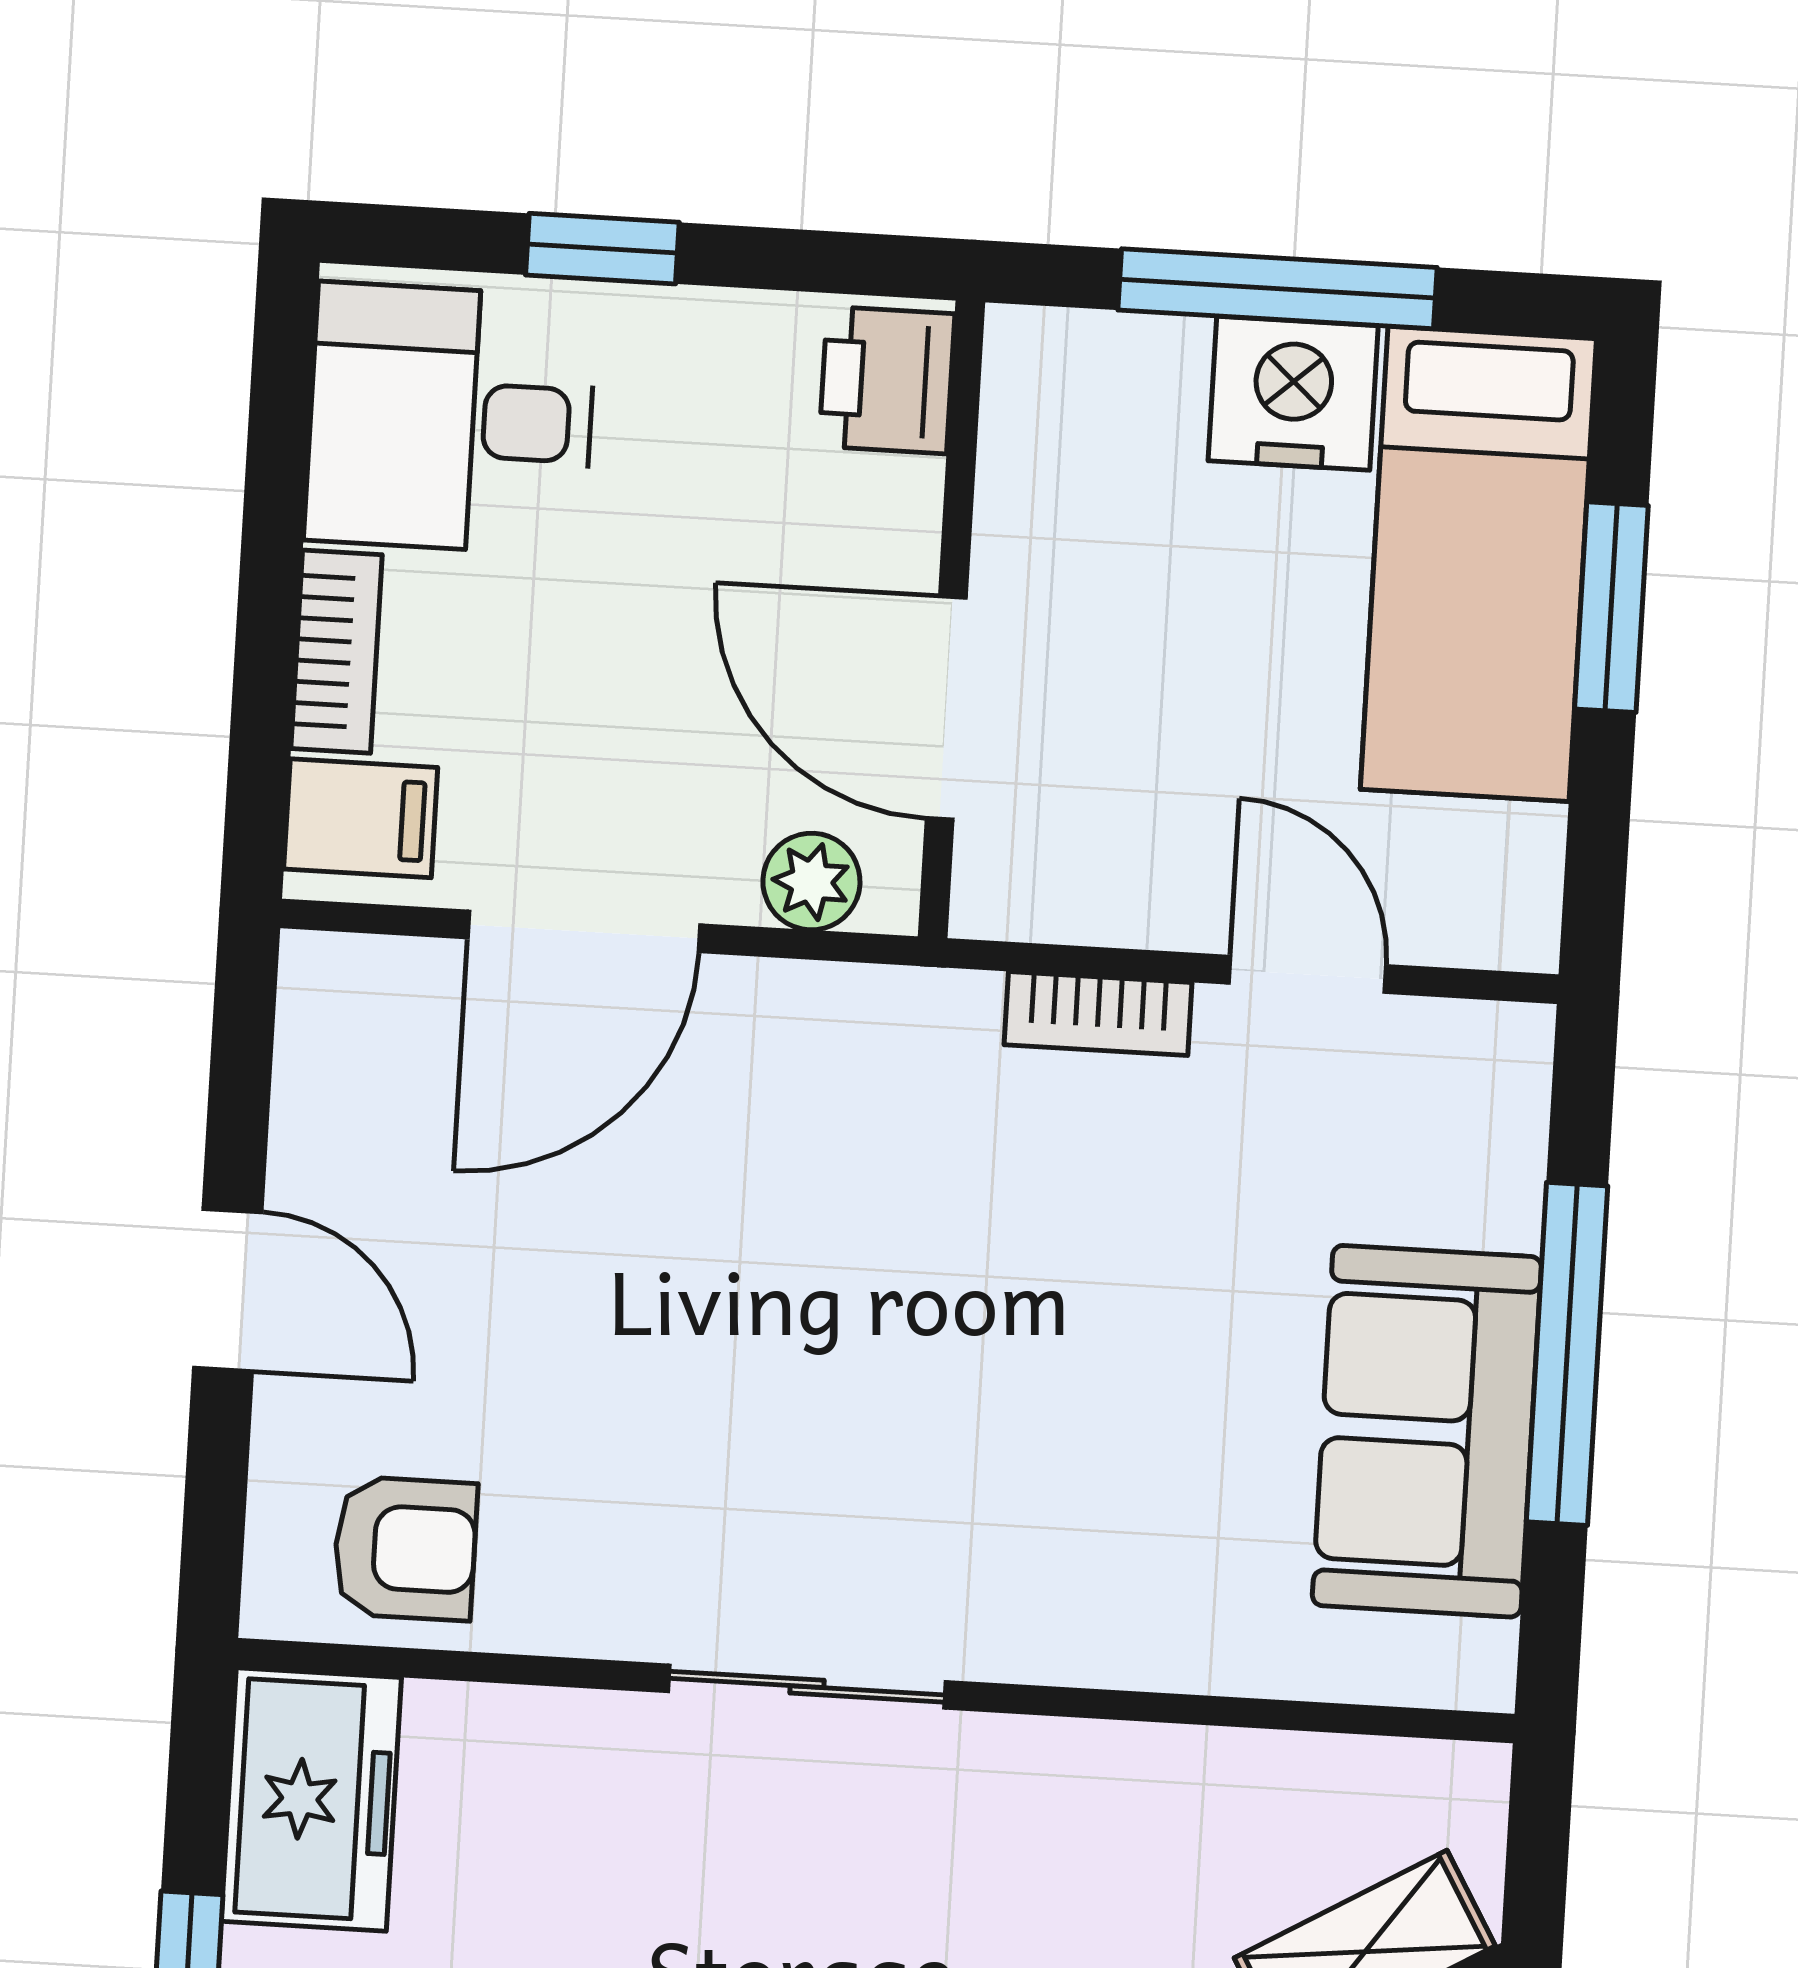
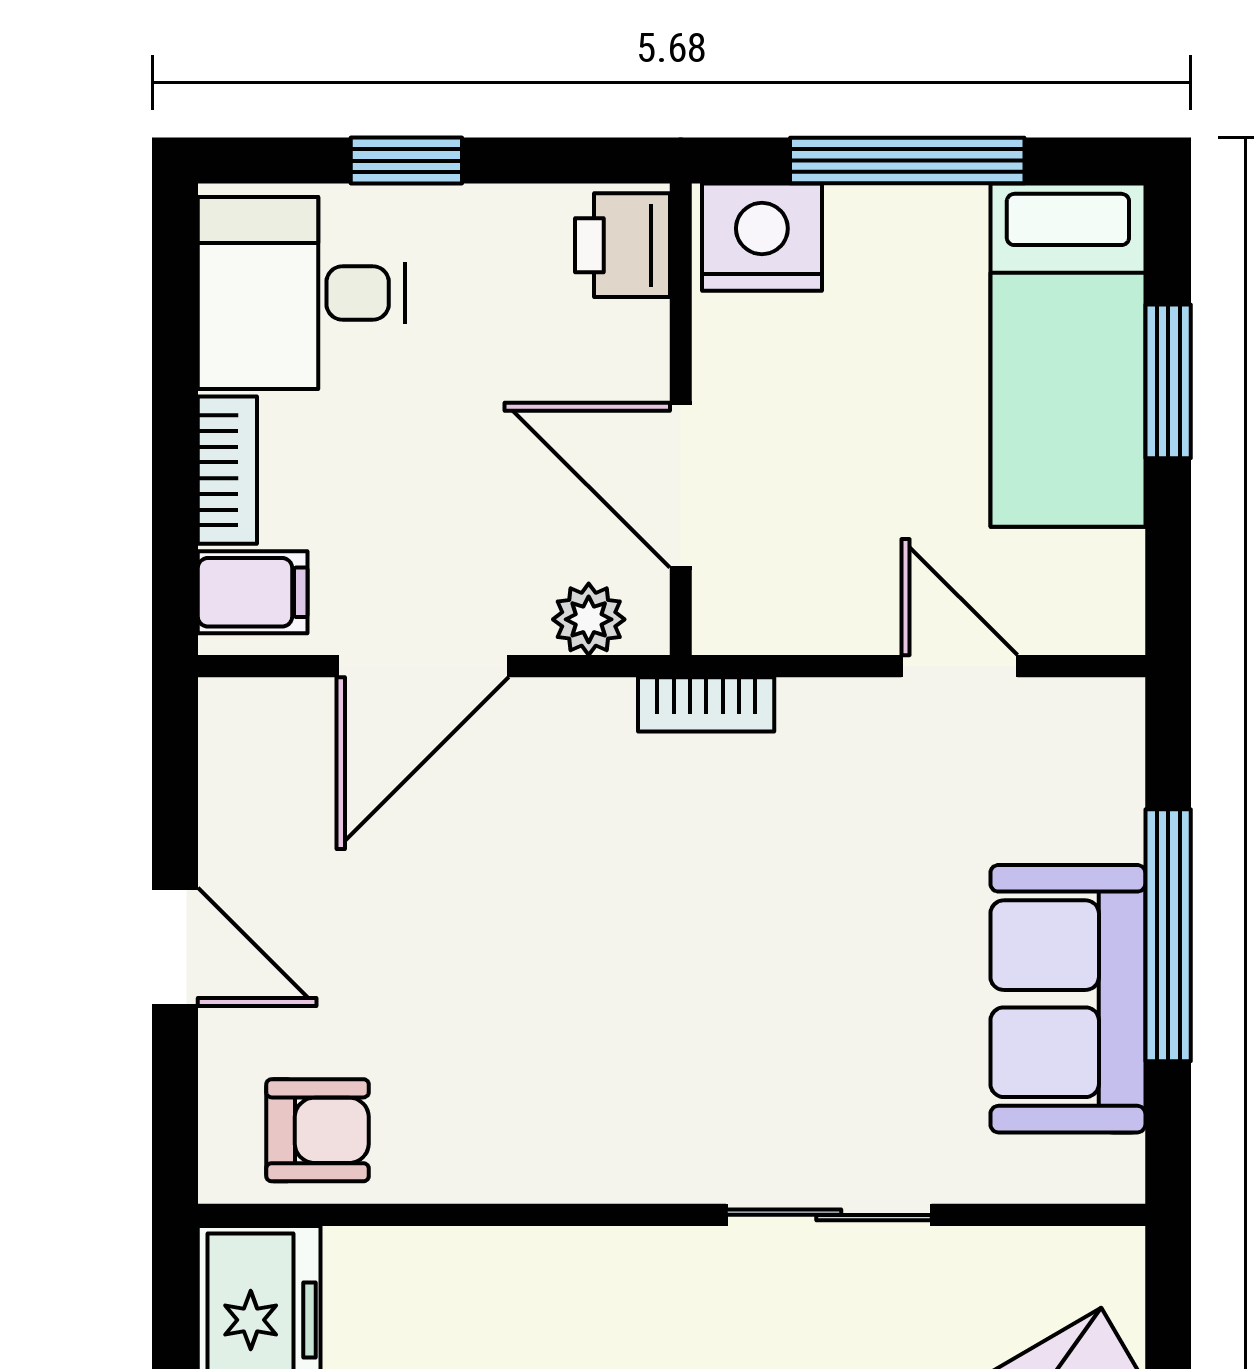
nightstand: (1293, 393) -> (762, 237), moved
bookcase: (1098, 1014) -> (706, 704), moved
sliding door: (807, 1687) -> (829, 1215), moved

